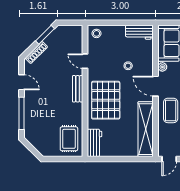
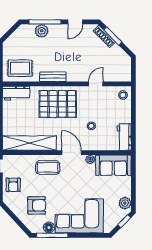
window: (45, 35) -> (113, 36), moved
door: (156, 86) -> (72, 153), hinge flipped
bench: (78, 89) -> (53, 77), moved
plant: (31, 117) -> (42, 31), added

